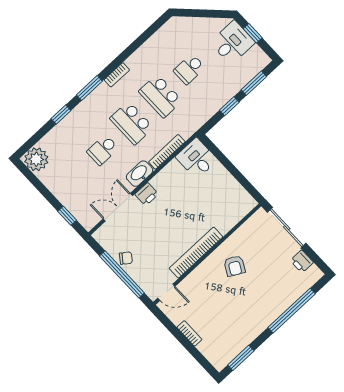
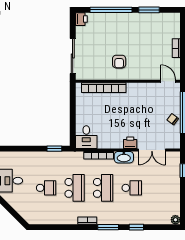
window: (254, 83) -> (19, 149), removed
window: (229, 106) -> (54, 149), moved
plant: (36, 159) -> (175, 220), width x0.53, depth x0.53
bookcase: (196, 253) -> (104, 88), moved
printer: (302, 261) -> (81, 19), moved
armchair: (235, 266) -> (119, 62), turned 151
window: (241, 358) -> (149, 10), moved

